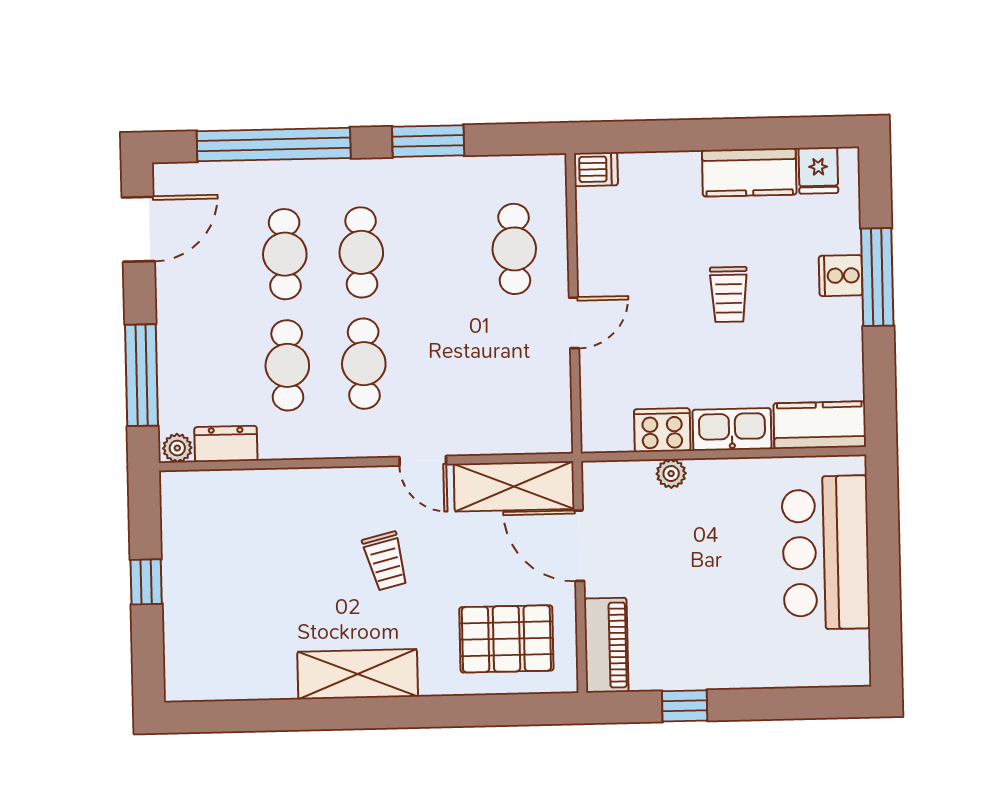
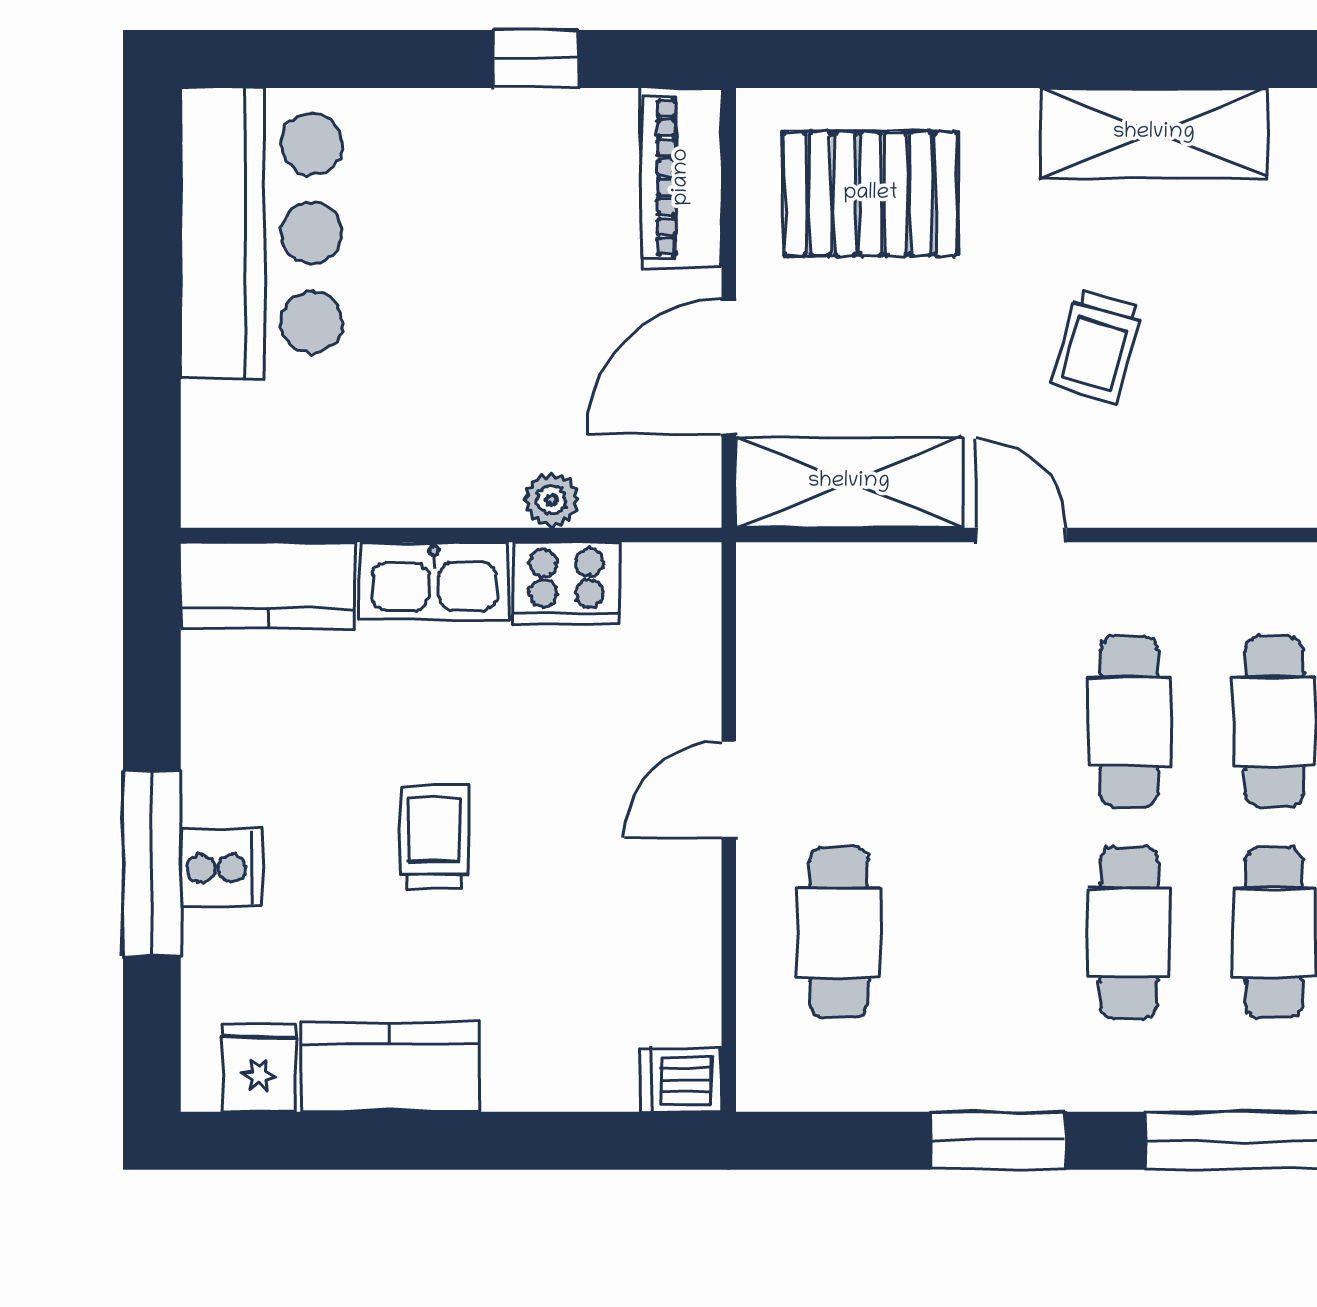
door: (579, 546) -> (729, 367), swing flipped
bar counter: (826, 553) -> (261, 233), moved
trolley: (386, 561) -> (1096, 346), turned -150

